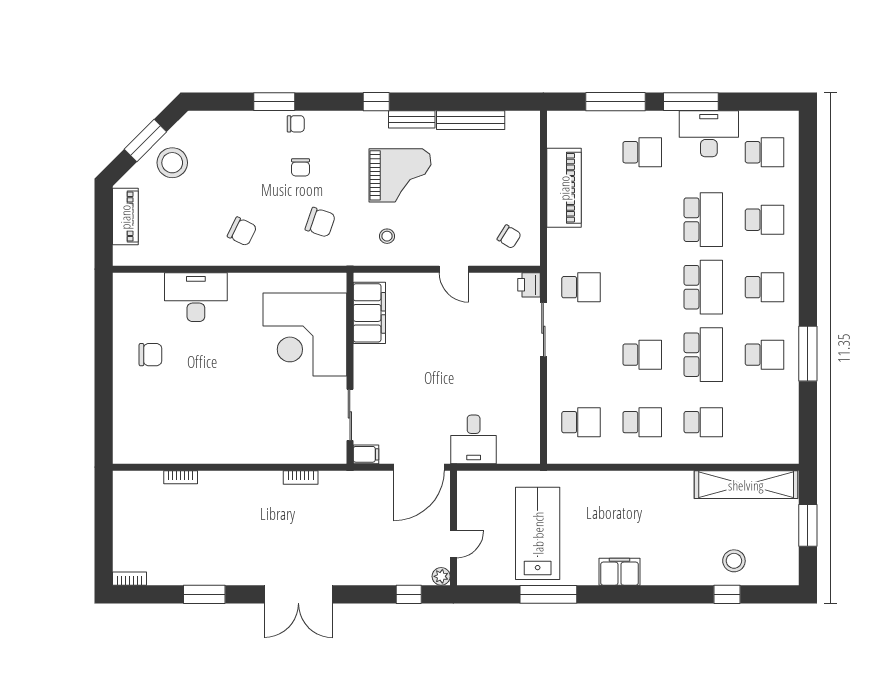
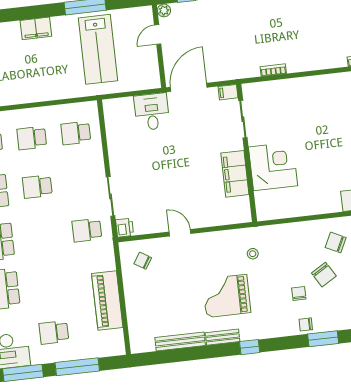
chair: (320, 222) -> (324, 275), moved, turned -140
stool: (387, 236) -> (253, 254), moved
filing cabinet: (369, 313) -> (235, 174), moved
corner desk: (305, 334) -> (273, 166), width x0.74, depth x0.74

